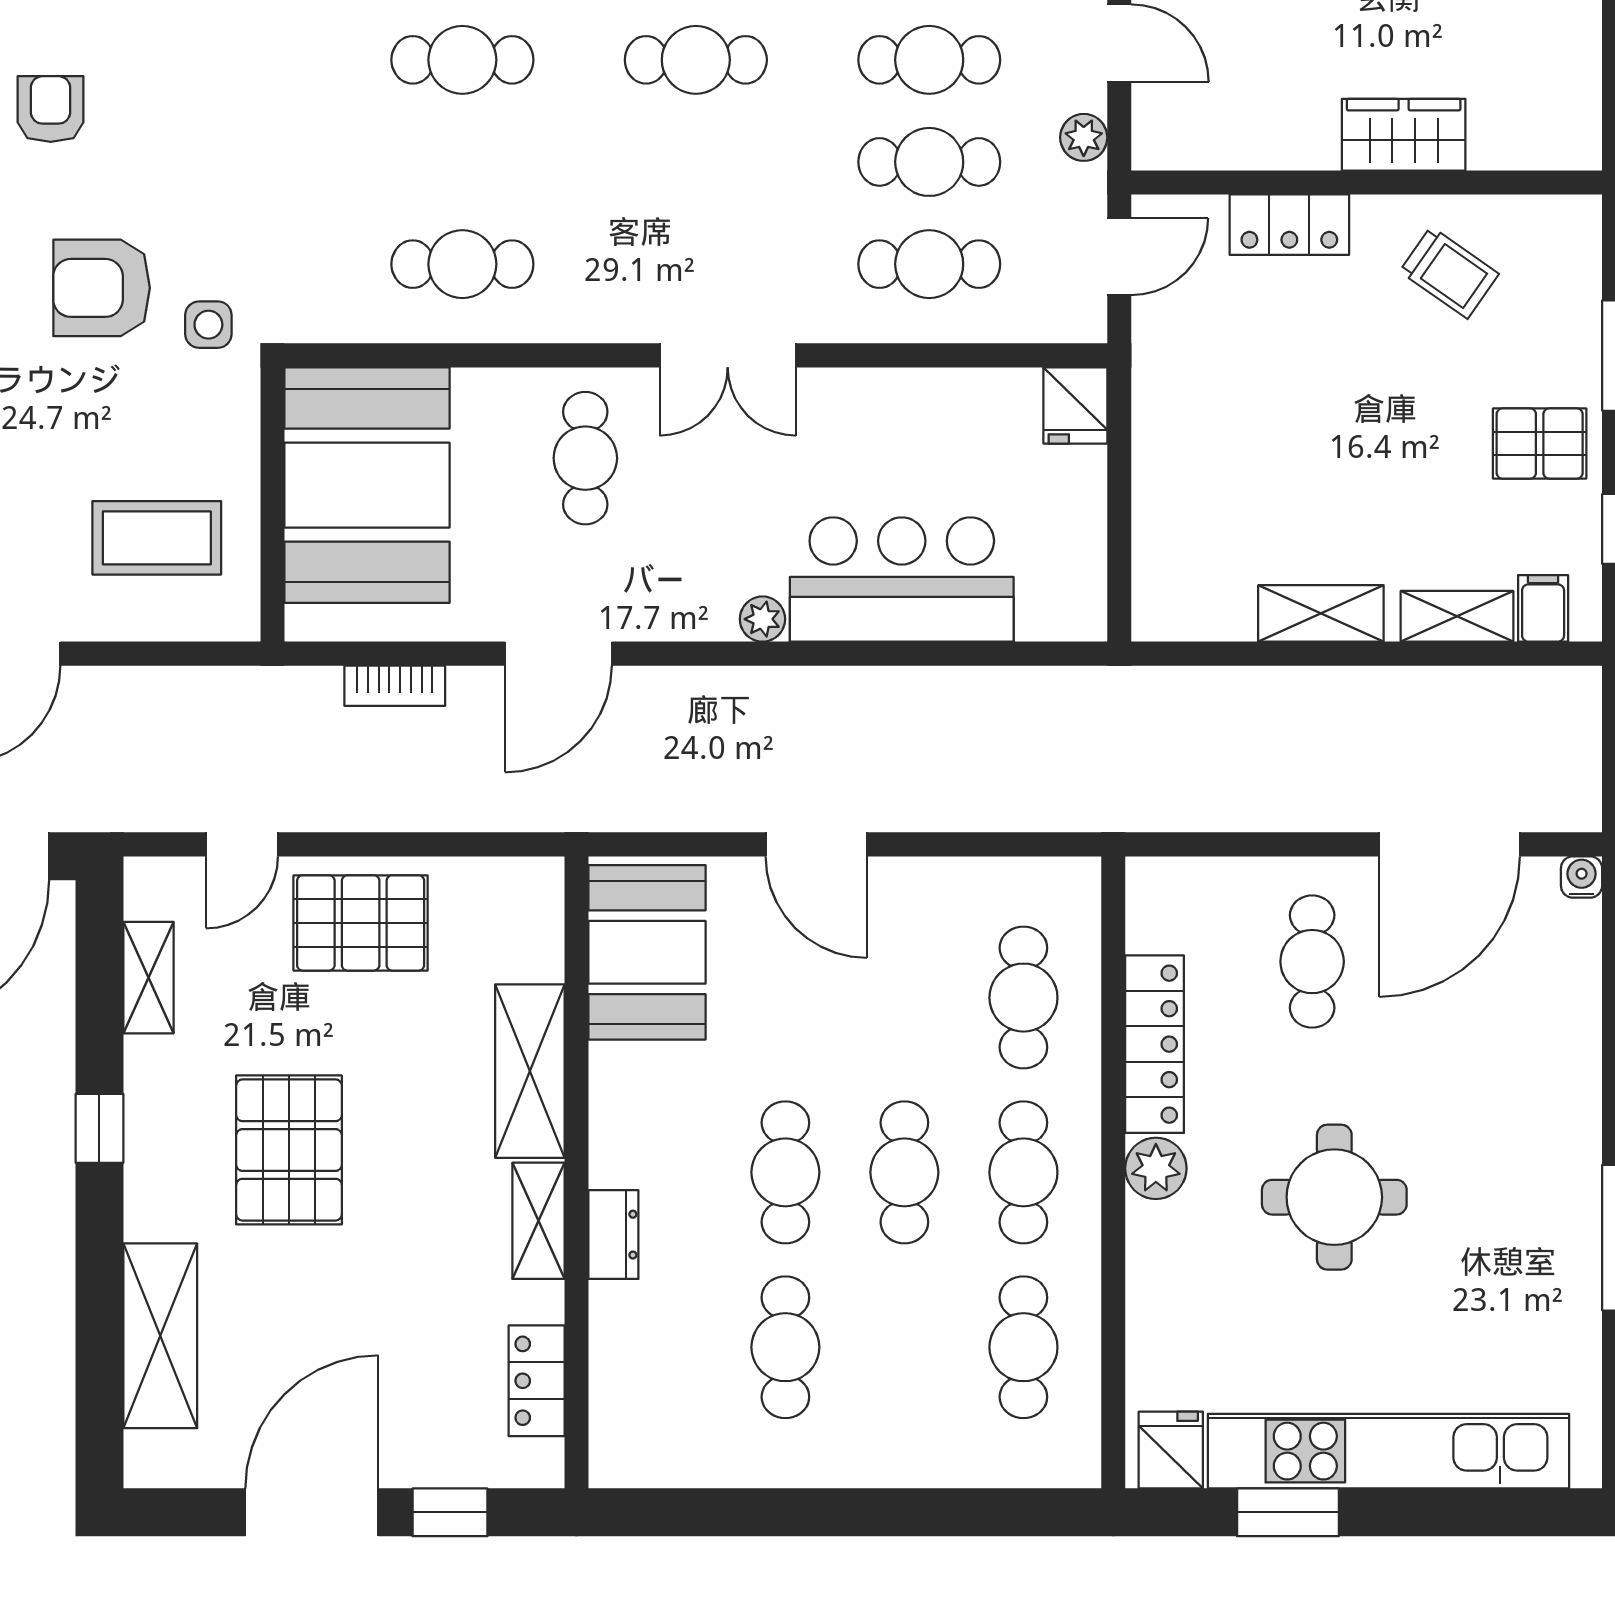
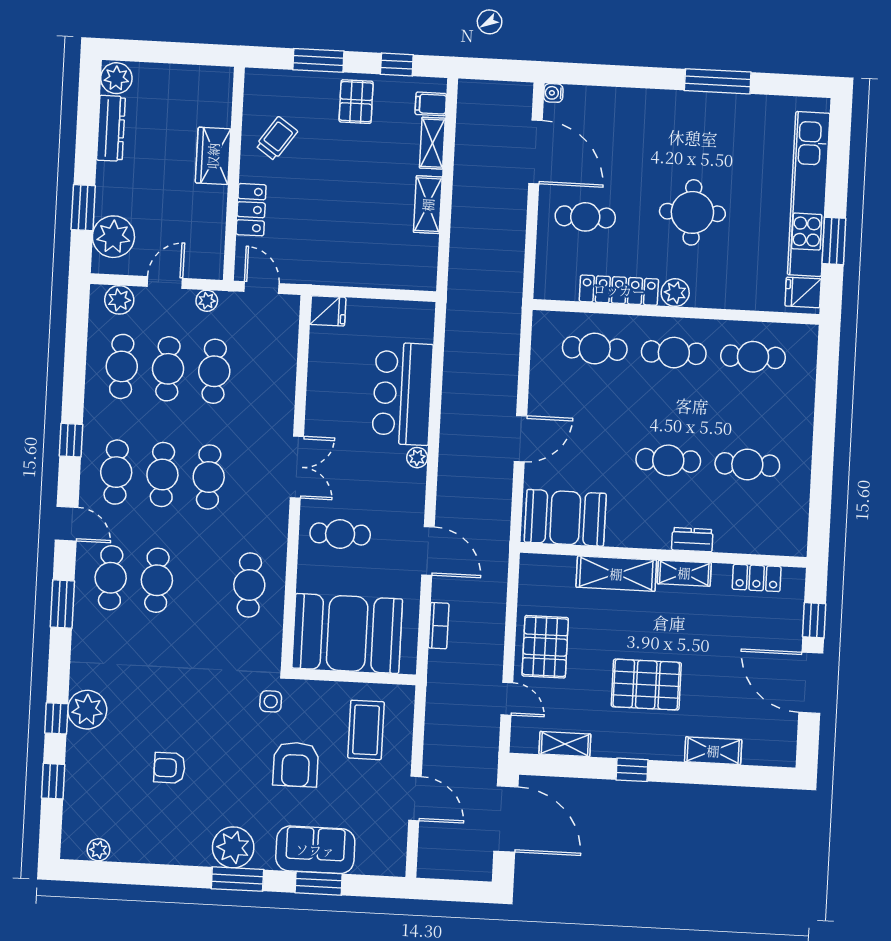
cafe table: (929, 264) -> (209, 477), moved
armchair: (102, 288) -> (296, 764), moved
cafe table: (904, 1172) -> (671, 406), removed
shelving: (160, 1336) -> (713, 751), width x0.67, depth x0.75

